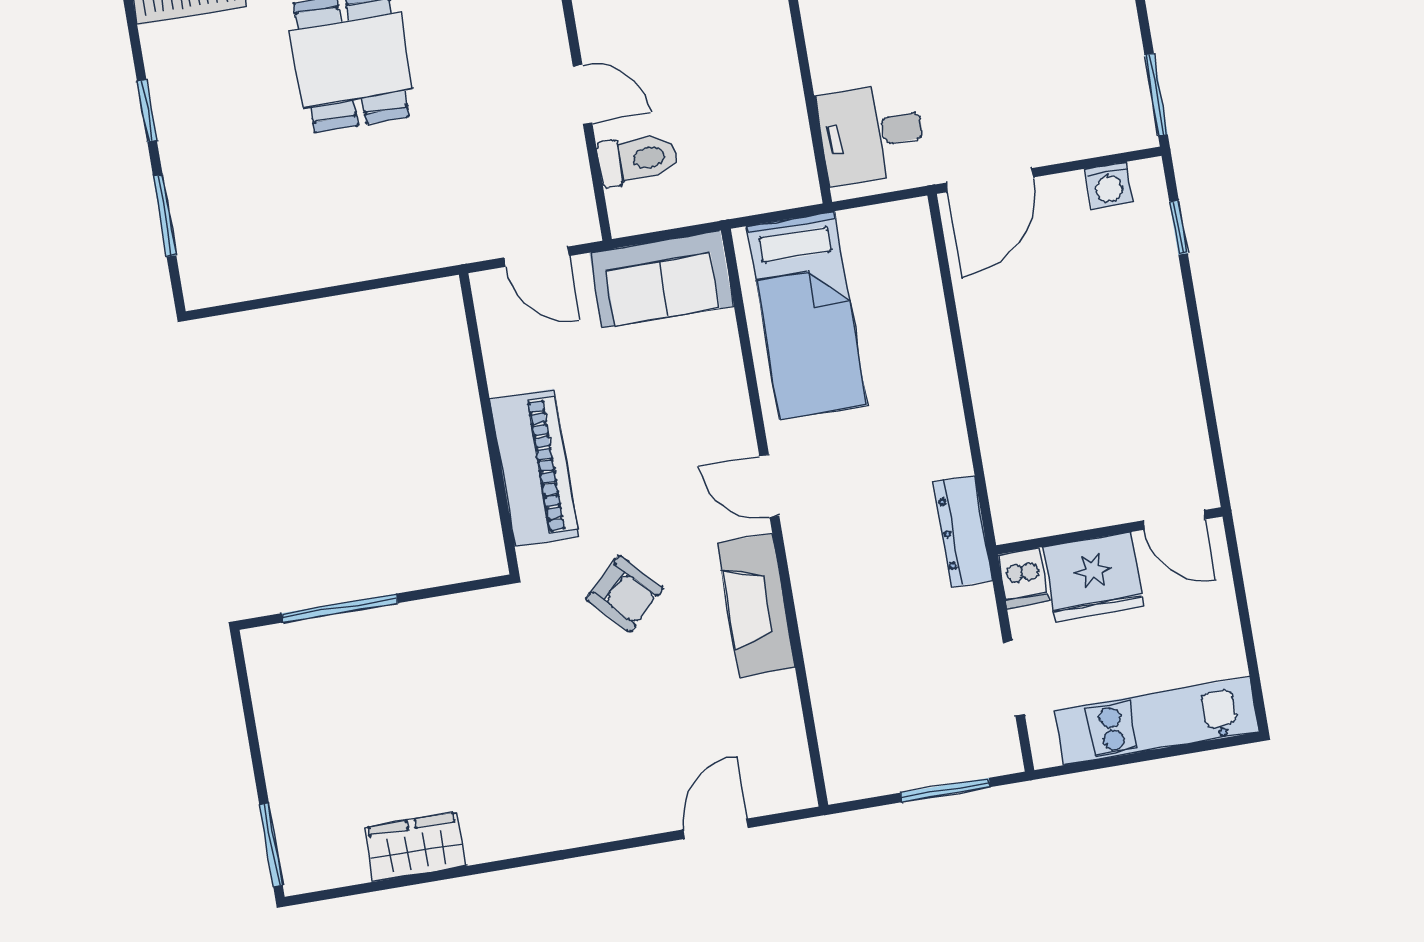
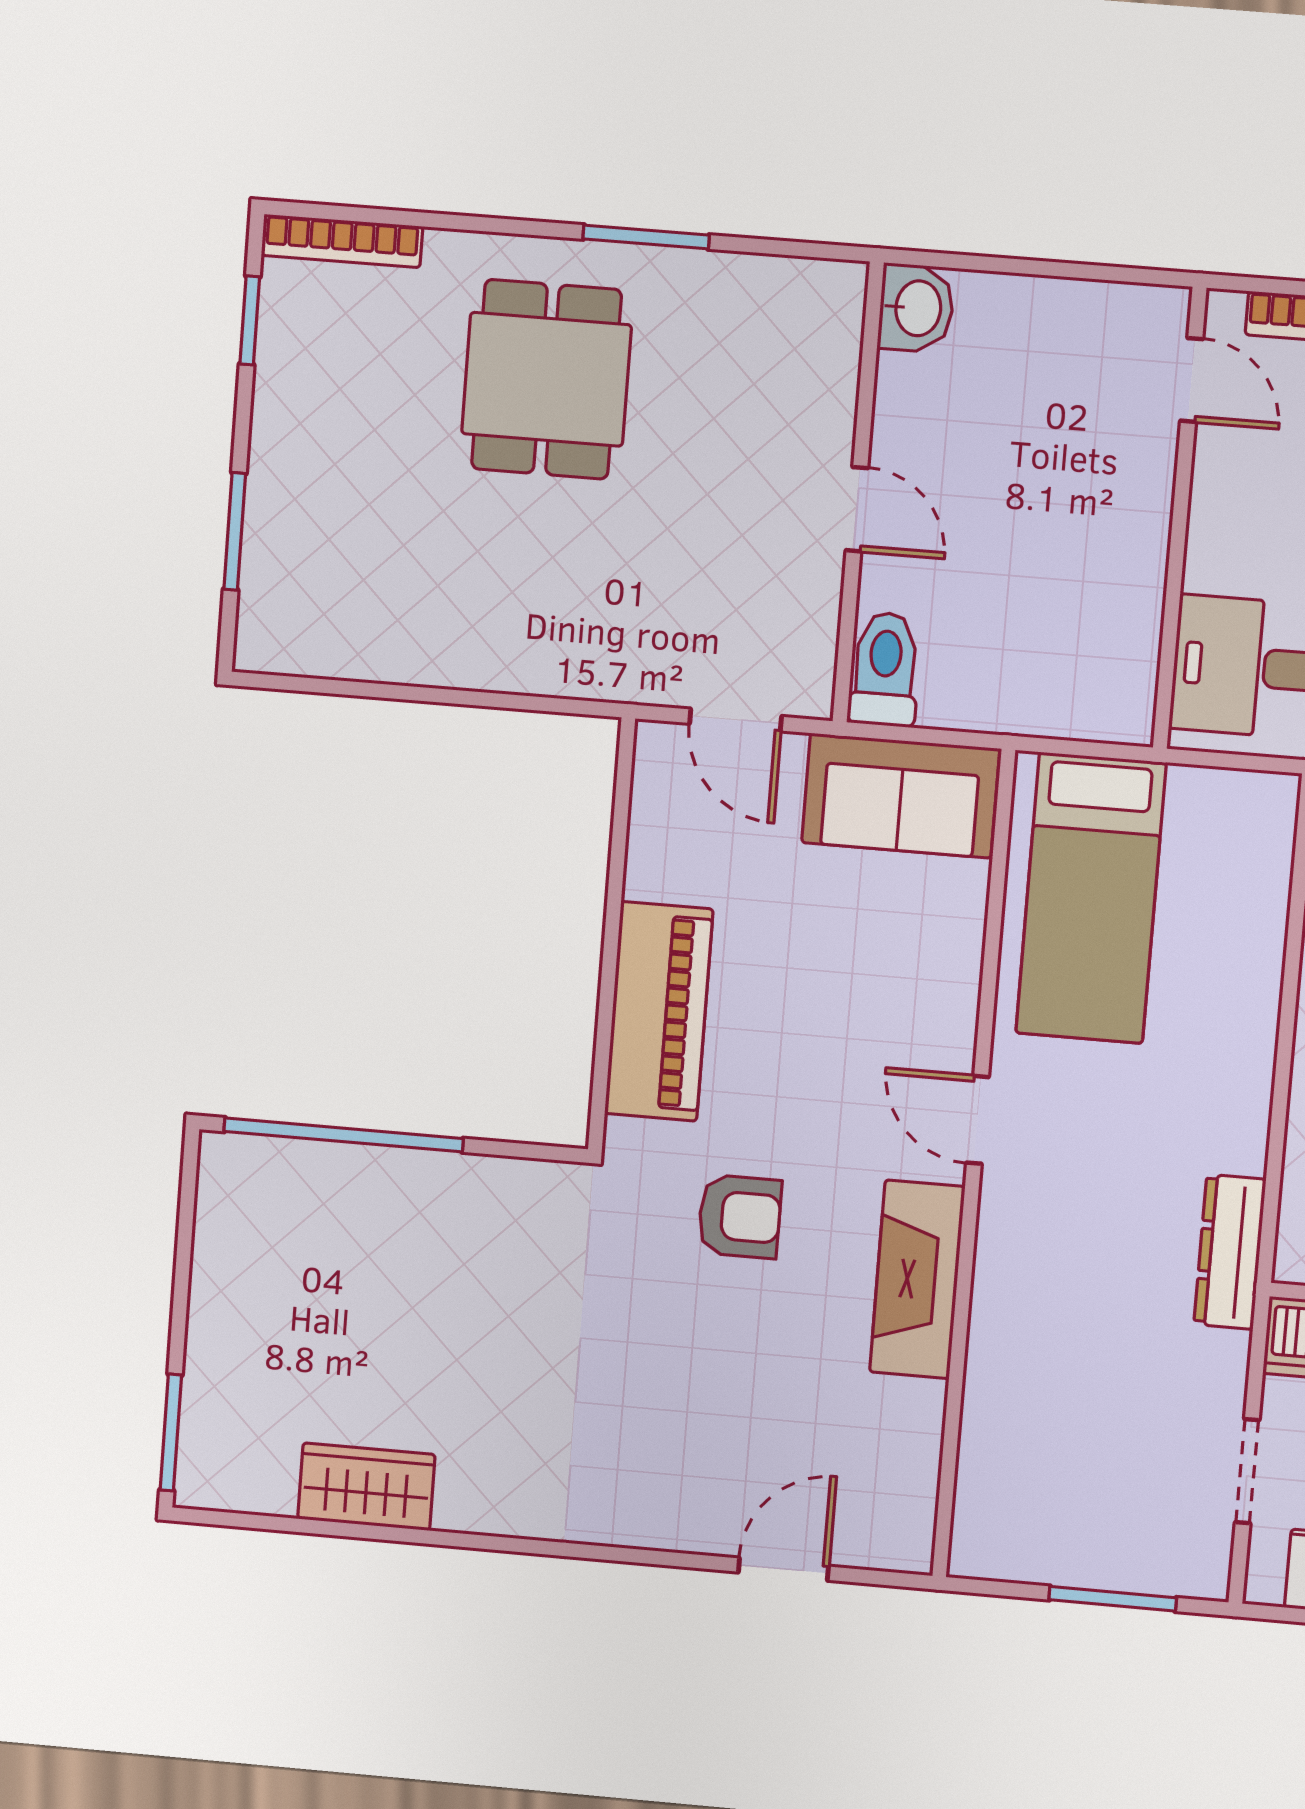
window: (147, 111) -> (250, 320), moved
toilet: (638, 159) -> (885, 669), moved, turned -90
armchair: (624, 594) -> (740, 1216), turned -47
window: (340, 608) -> (344, 1135), width x1.46

